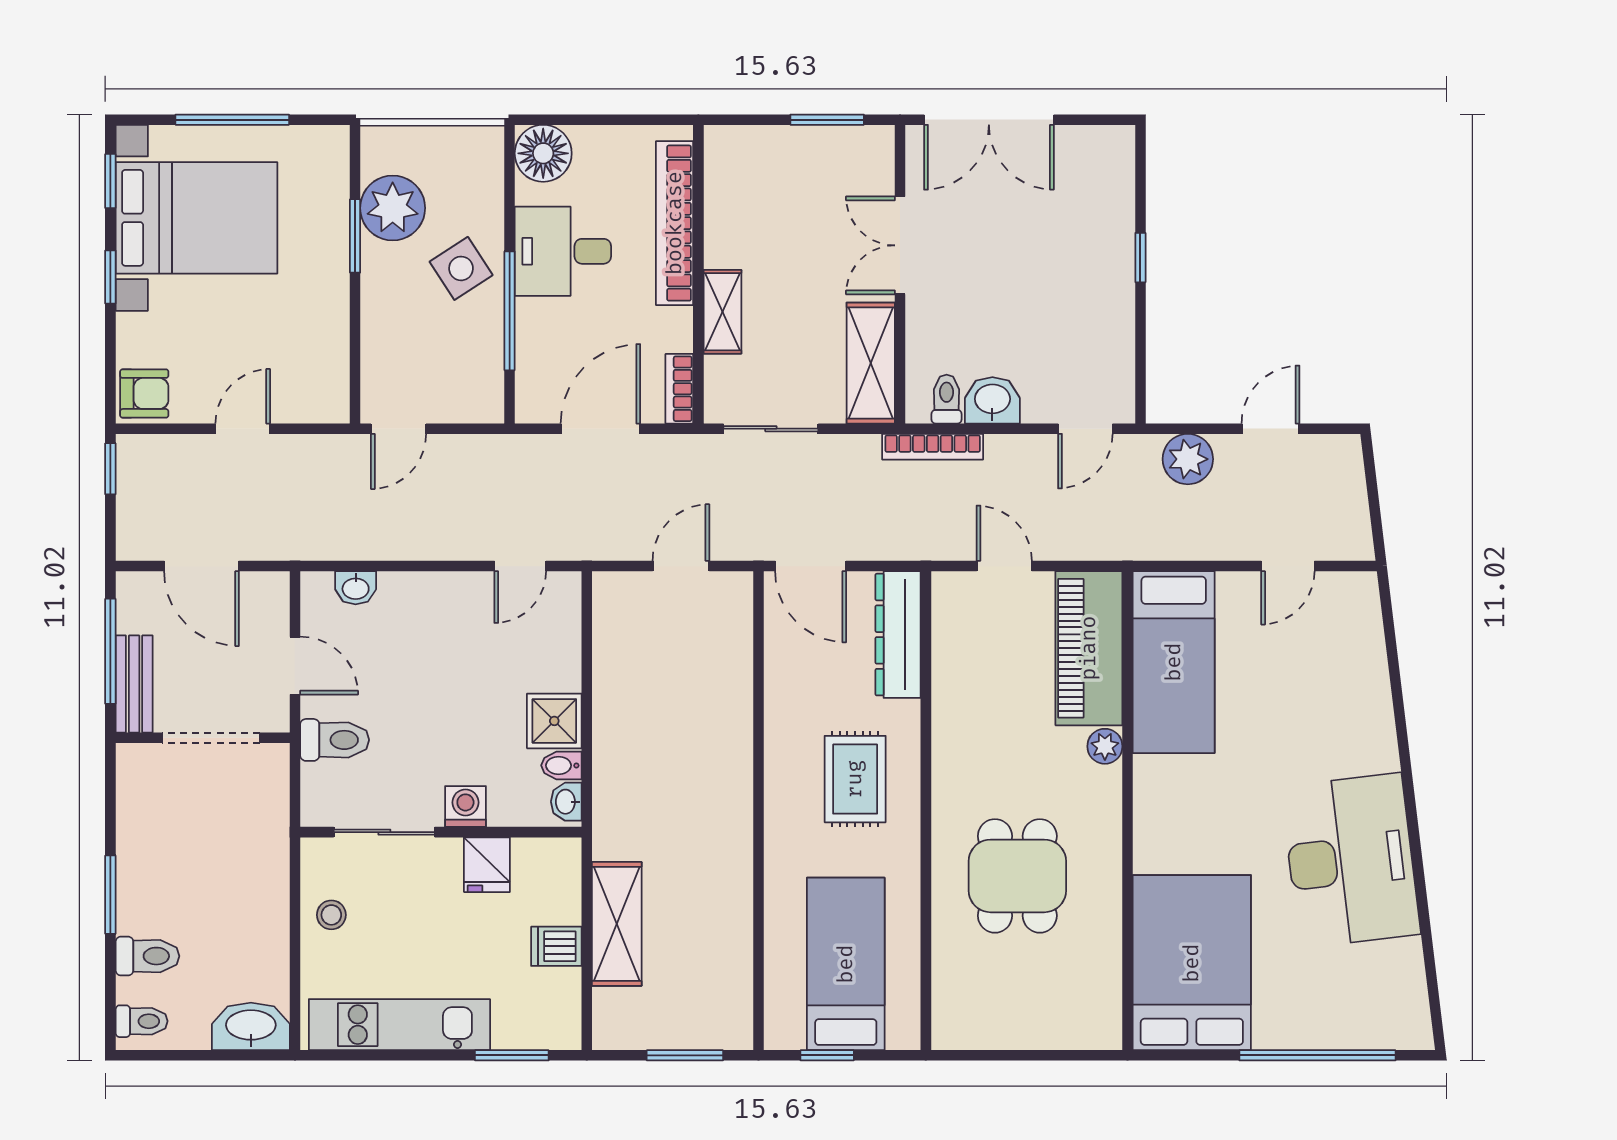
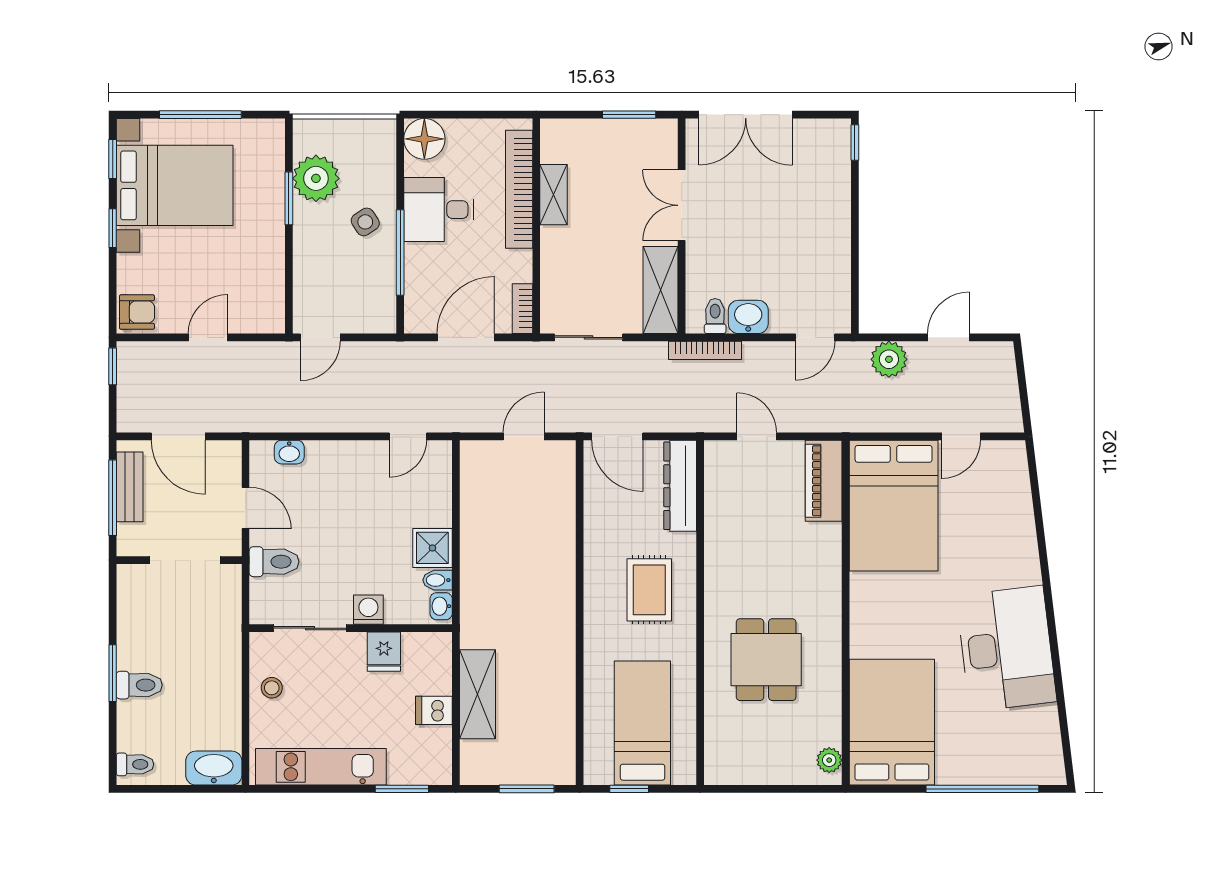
window: (1140, 258) -> (855, 142), moved
side table: (461, 268) -> (365, 222), width x0.73, depth x0.73
shelving: (722, 312) -> (554, 195), moved
piano: (1089, 648) -> (824, 481), width x0.73, depth x0.75
bed: (1174, 662) -> (894, 506), width x1.50
bench: (134, 684) -> (130, 487), moved
plant: (1105, 746) -> (829, 760), moved
toilet: (147, 956) -> (139, 685), moved

